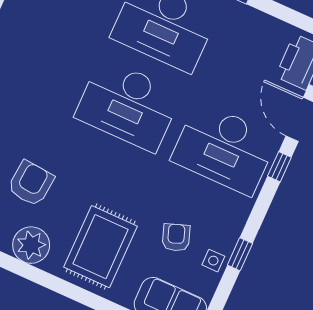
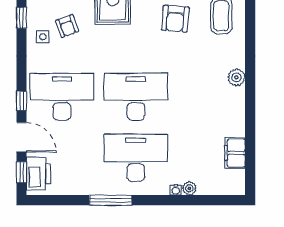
window: (240, 254) -> (21, 18), moved
side table: (213, 261) -> (43, 37), moved

